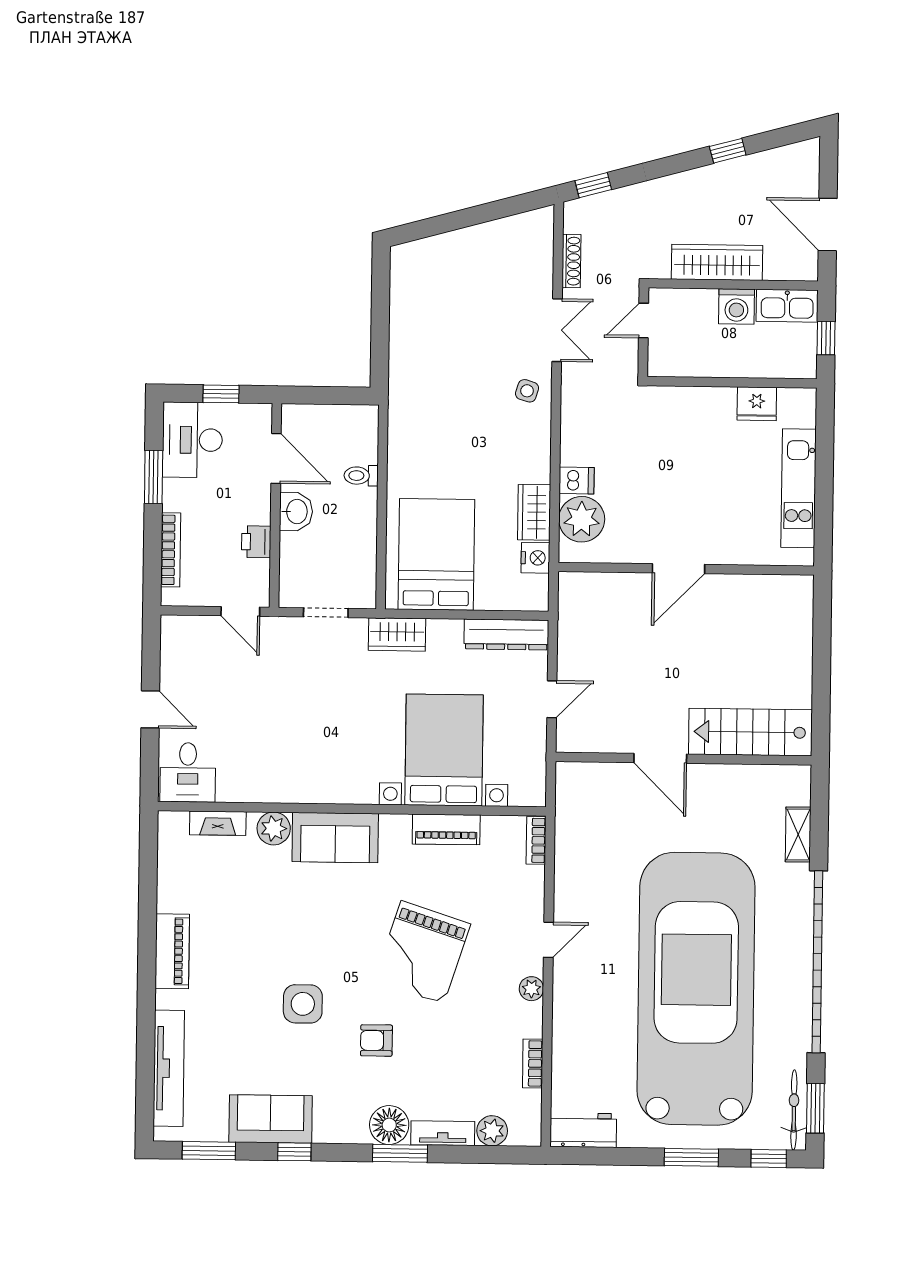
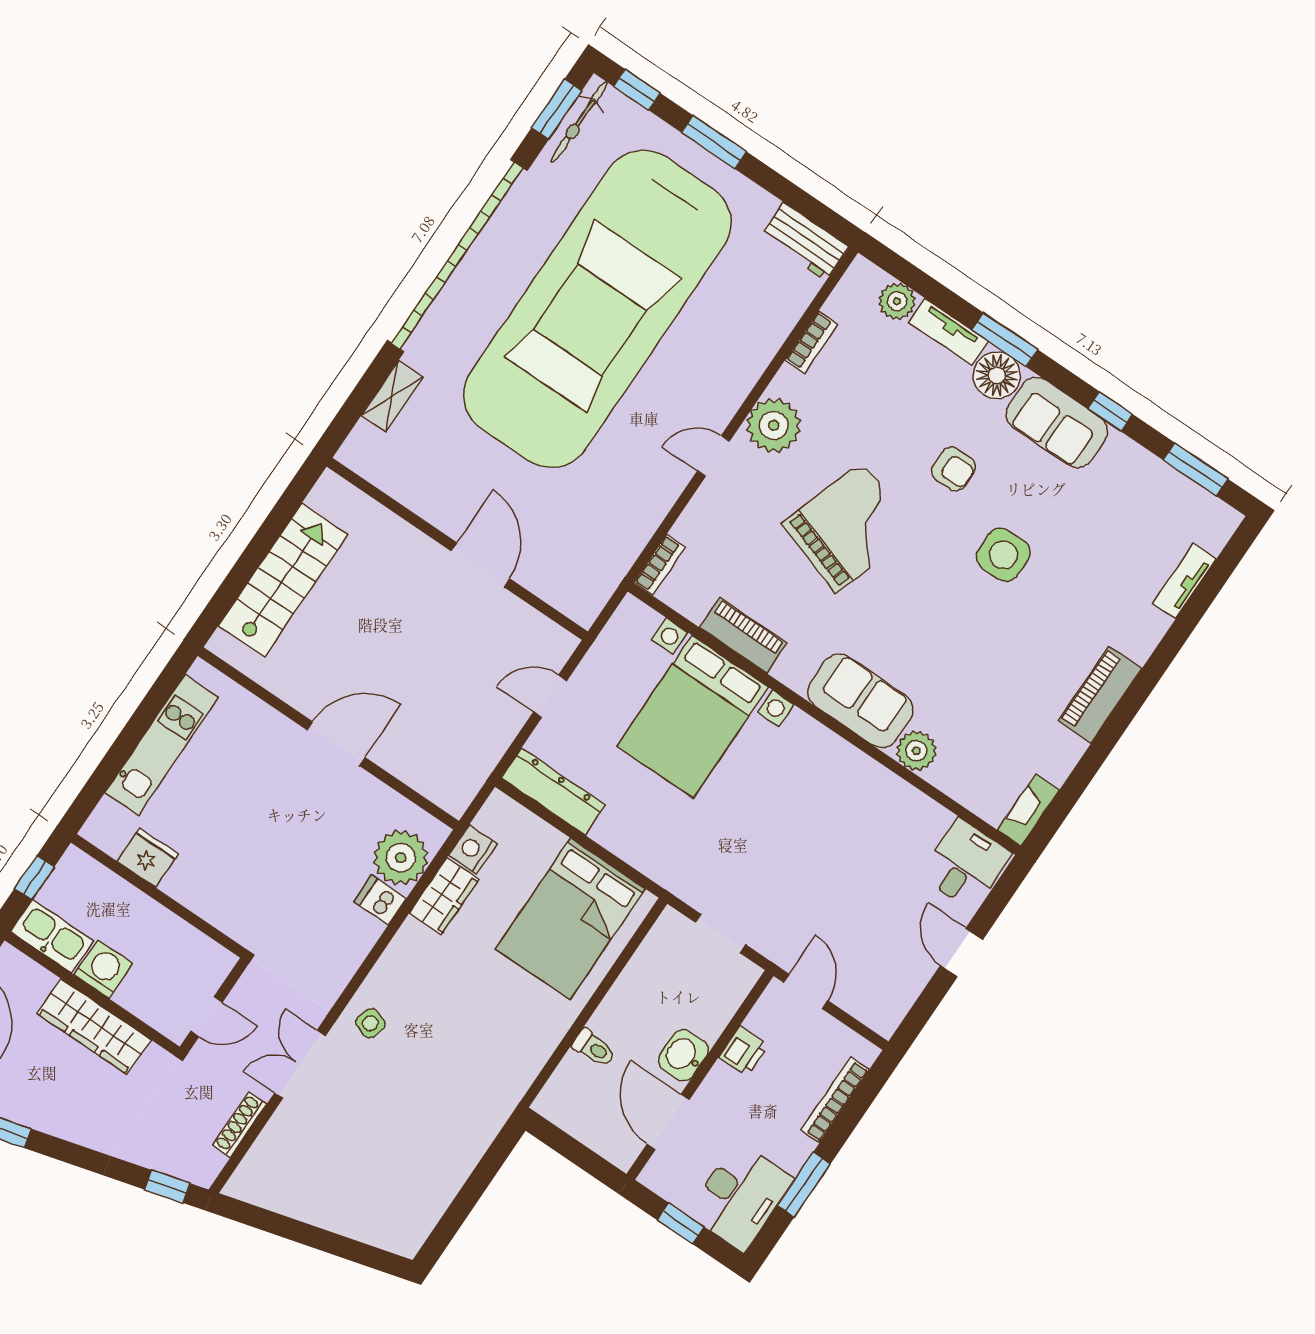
wardrobe: (397, 634) -> (663, 864), removed
stairs: (750, 732) -> (283, 580), moved, turned -90
fireplace: (218, 823) -> (1028, 810), moved, turned -90
plant: (531, 989) -> (774, 425), width x1.88, depth x1.88
tv unit: (169, 1068) -> (1184, 581), width x0.52, depth x0.78
sofa: (271, 1119) -> (1057, 423), moved

